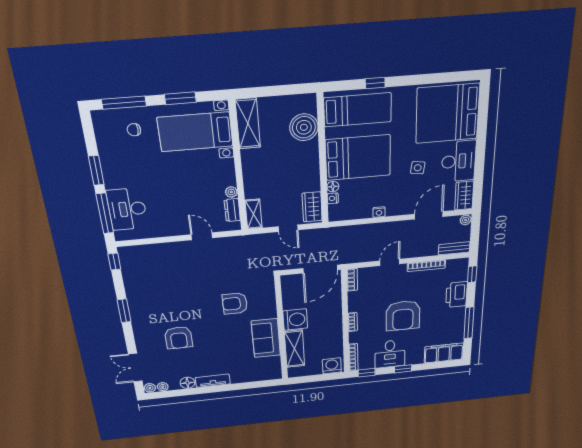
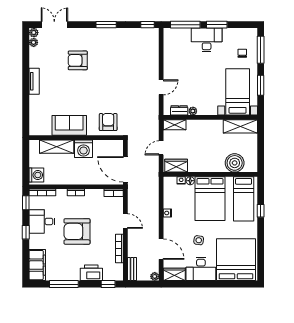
desk: (127, 209) -> (207, 40), moved
armchair: (235, 303) -> (108, 122), moved
floor lamp: (187, 383) -> (35, 62), removed

